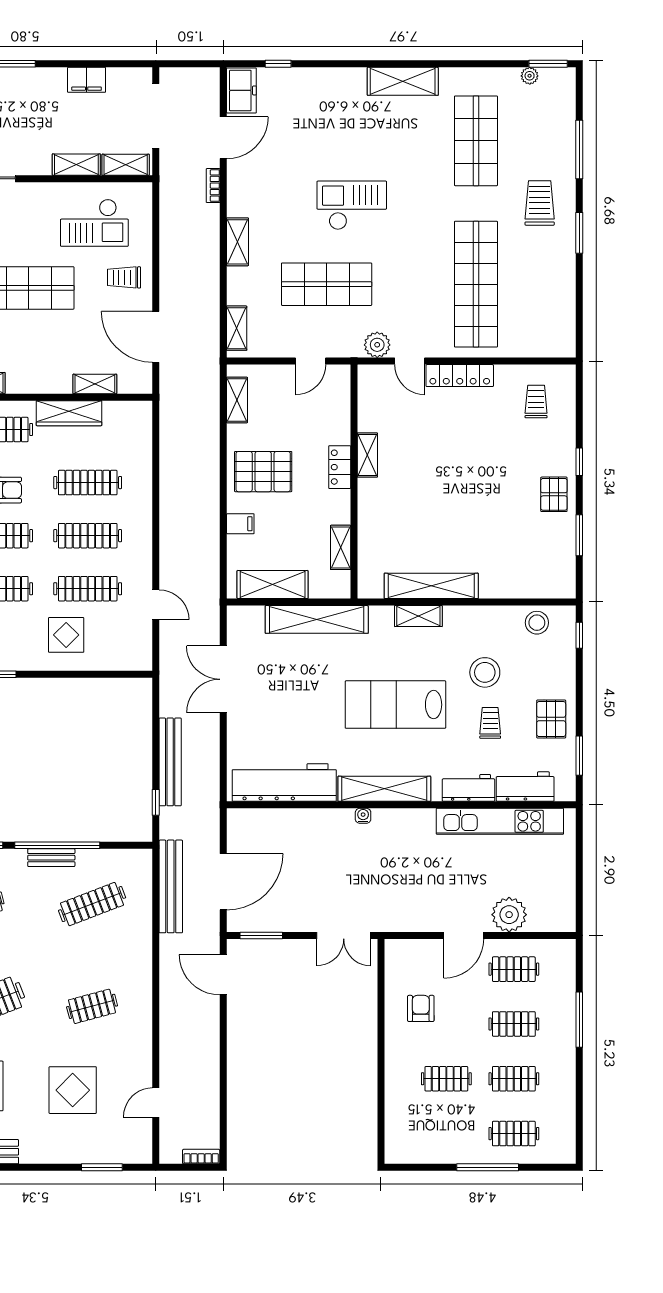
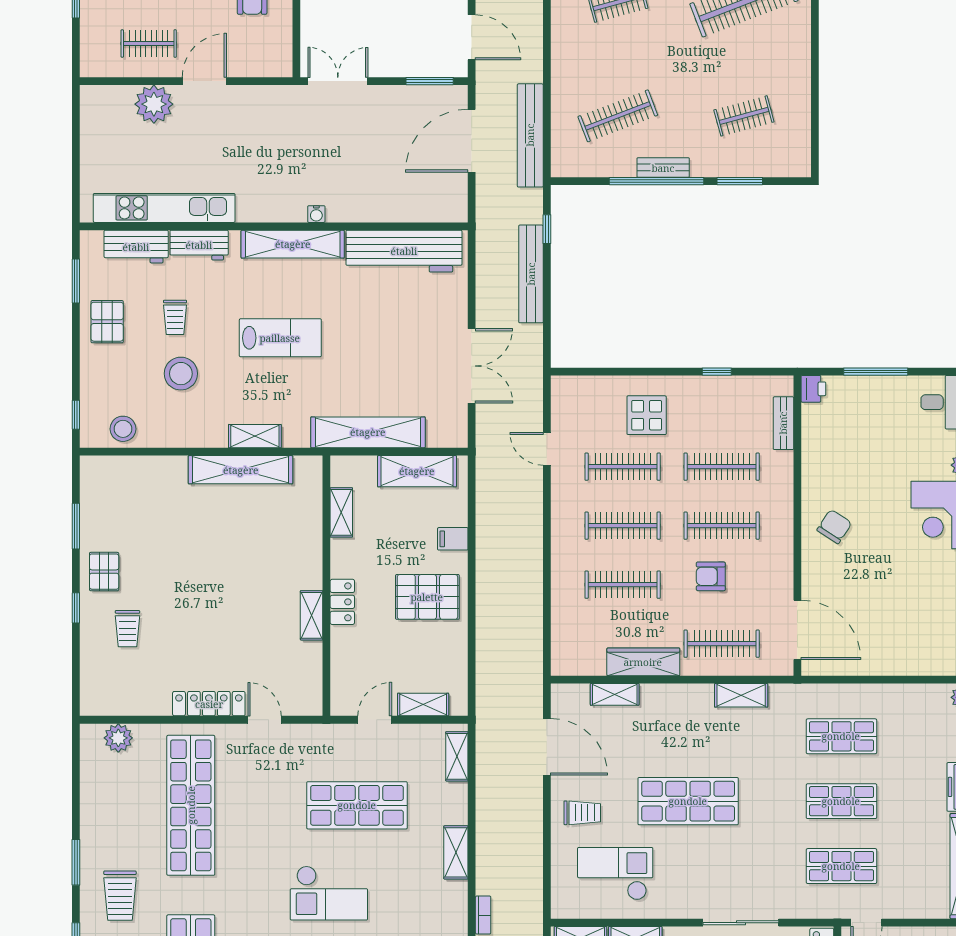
plant: (377, 345) -> (118, 738), moved
shelving: (237, 400) -> (423, 705), moved, turned 90
trolley: (536, 402) -> (127, 629), moved
lab bench: (395, 705) -> (280, 338), width x0.73, depth x0.72

